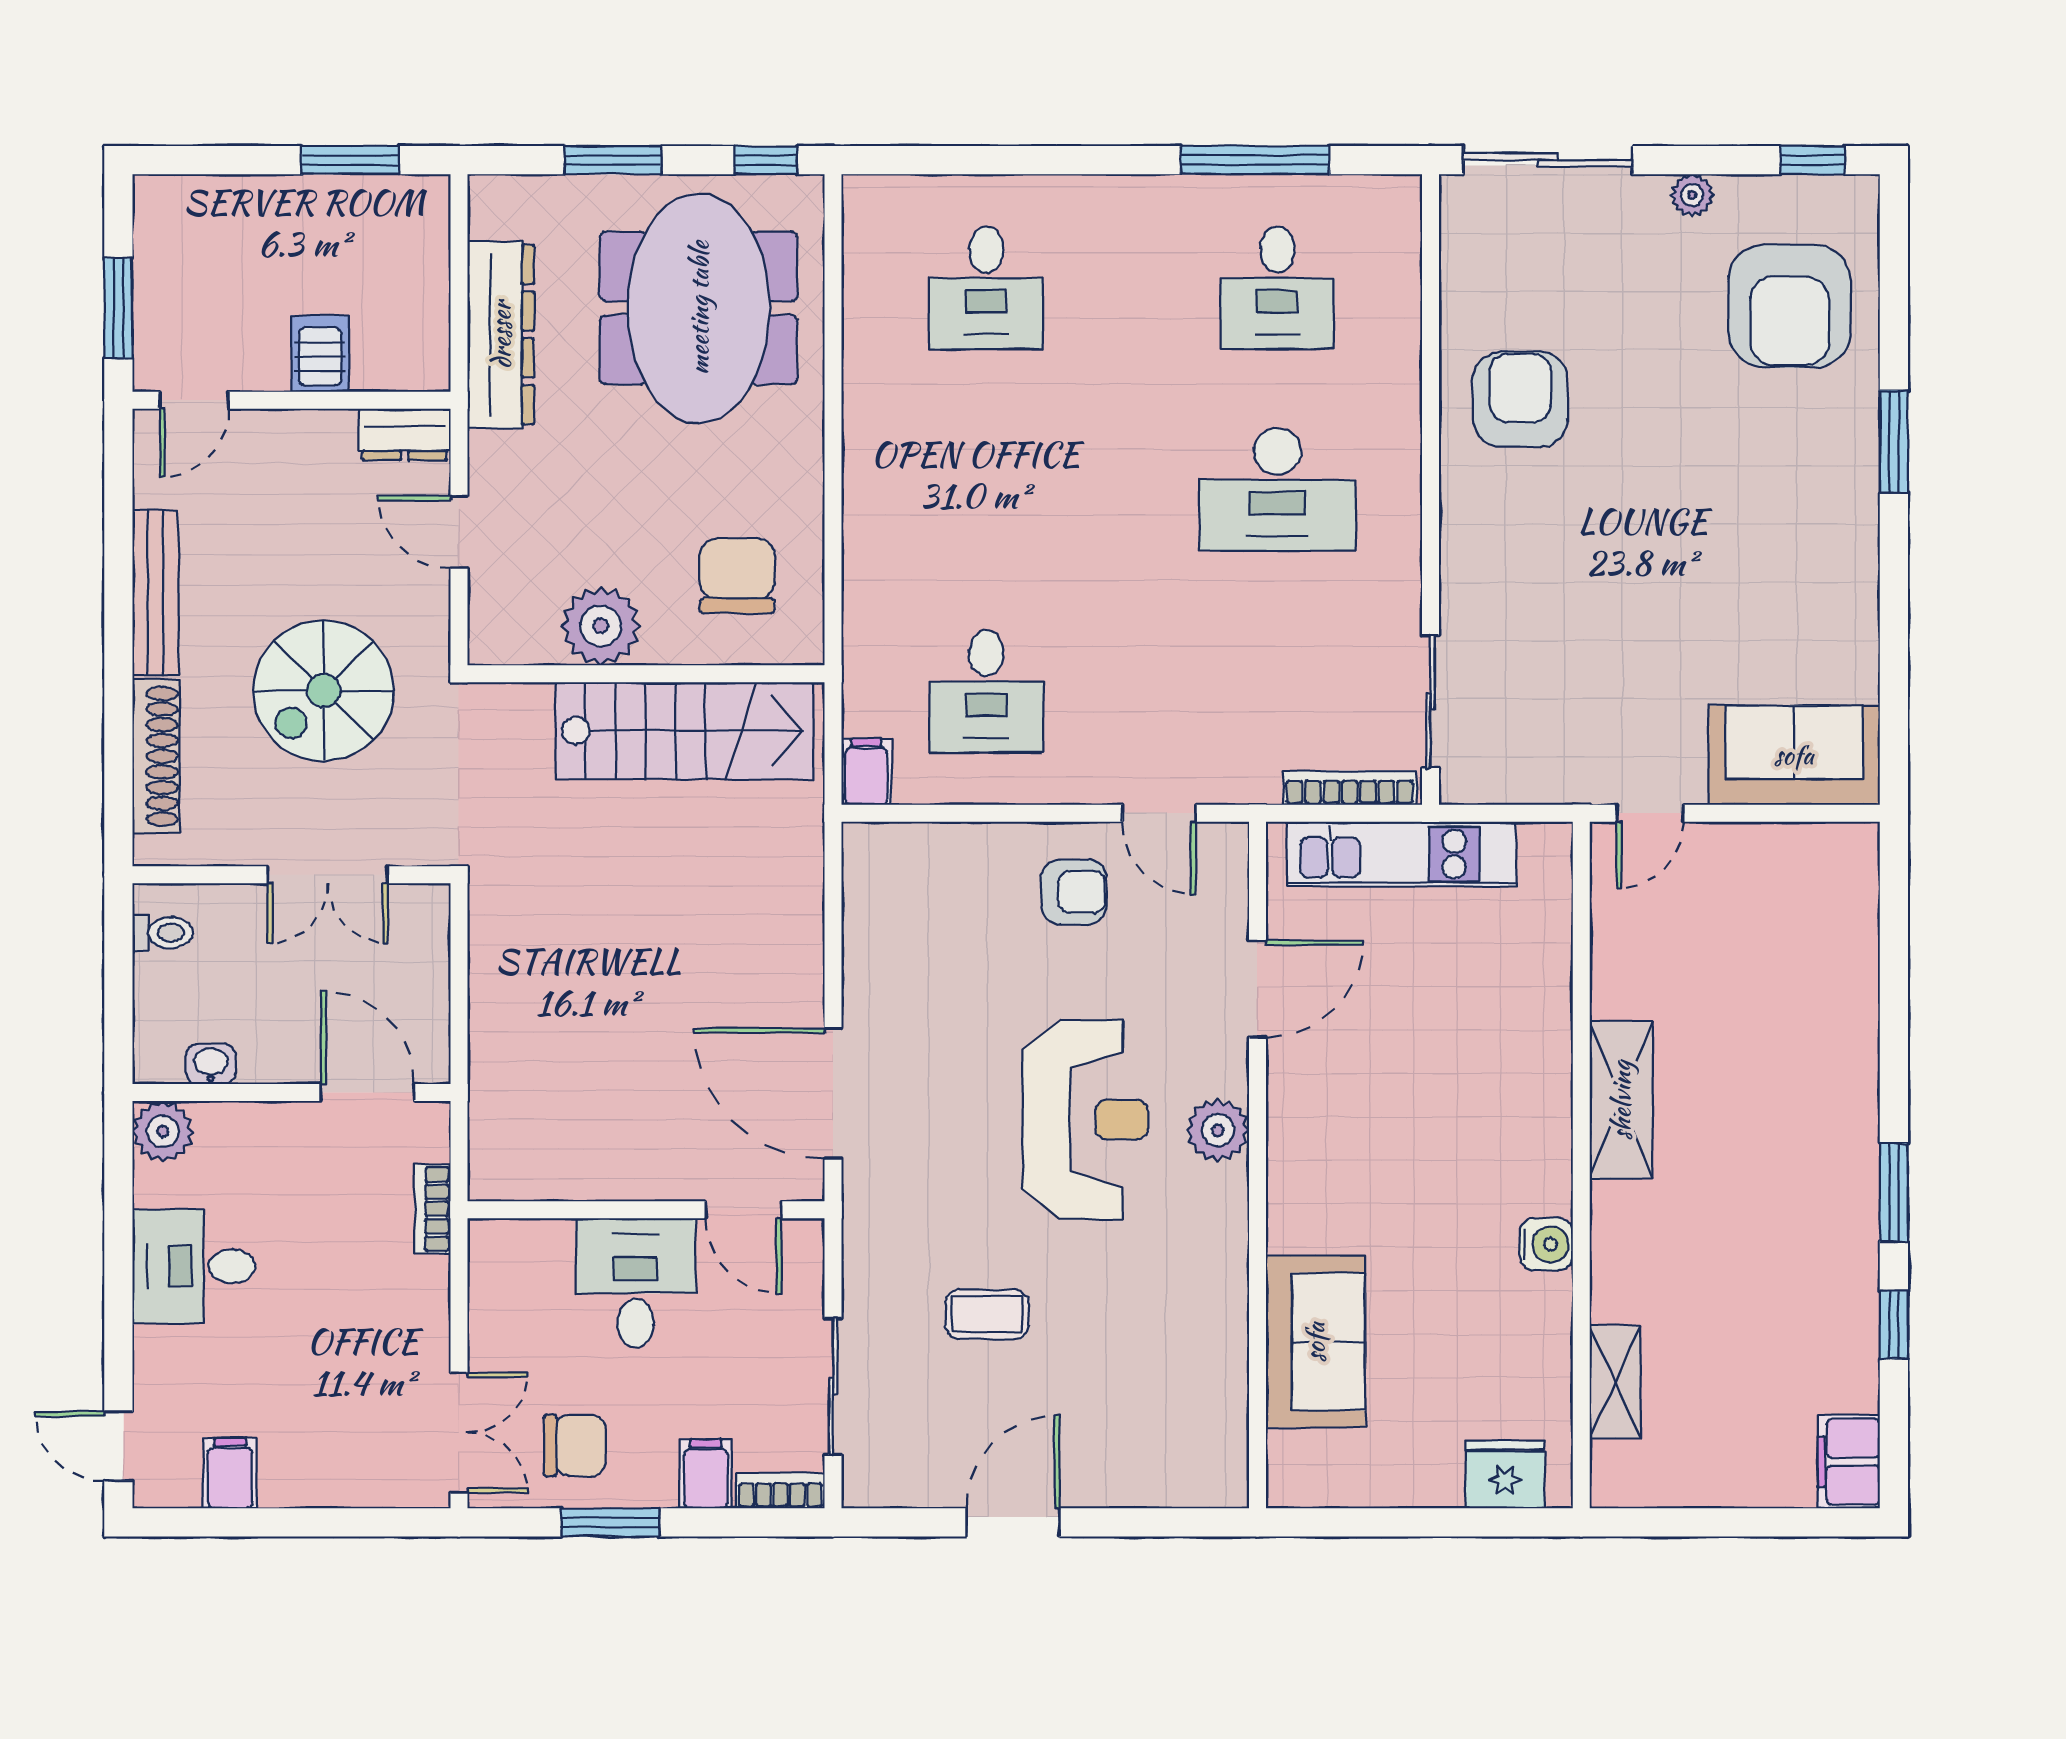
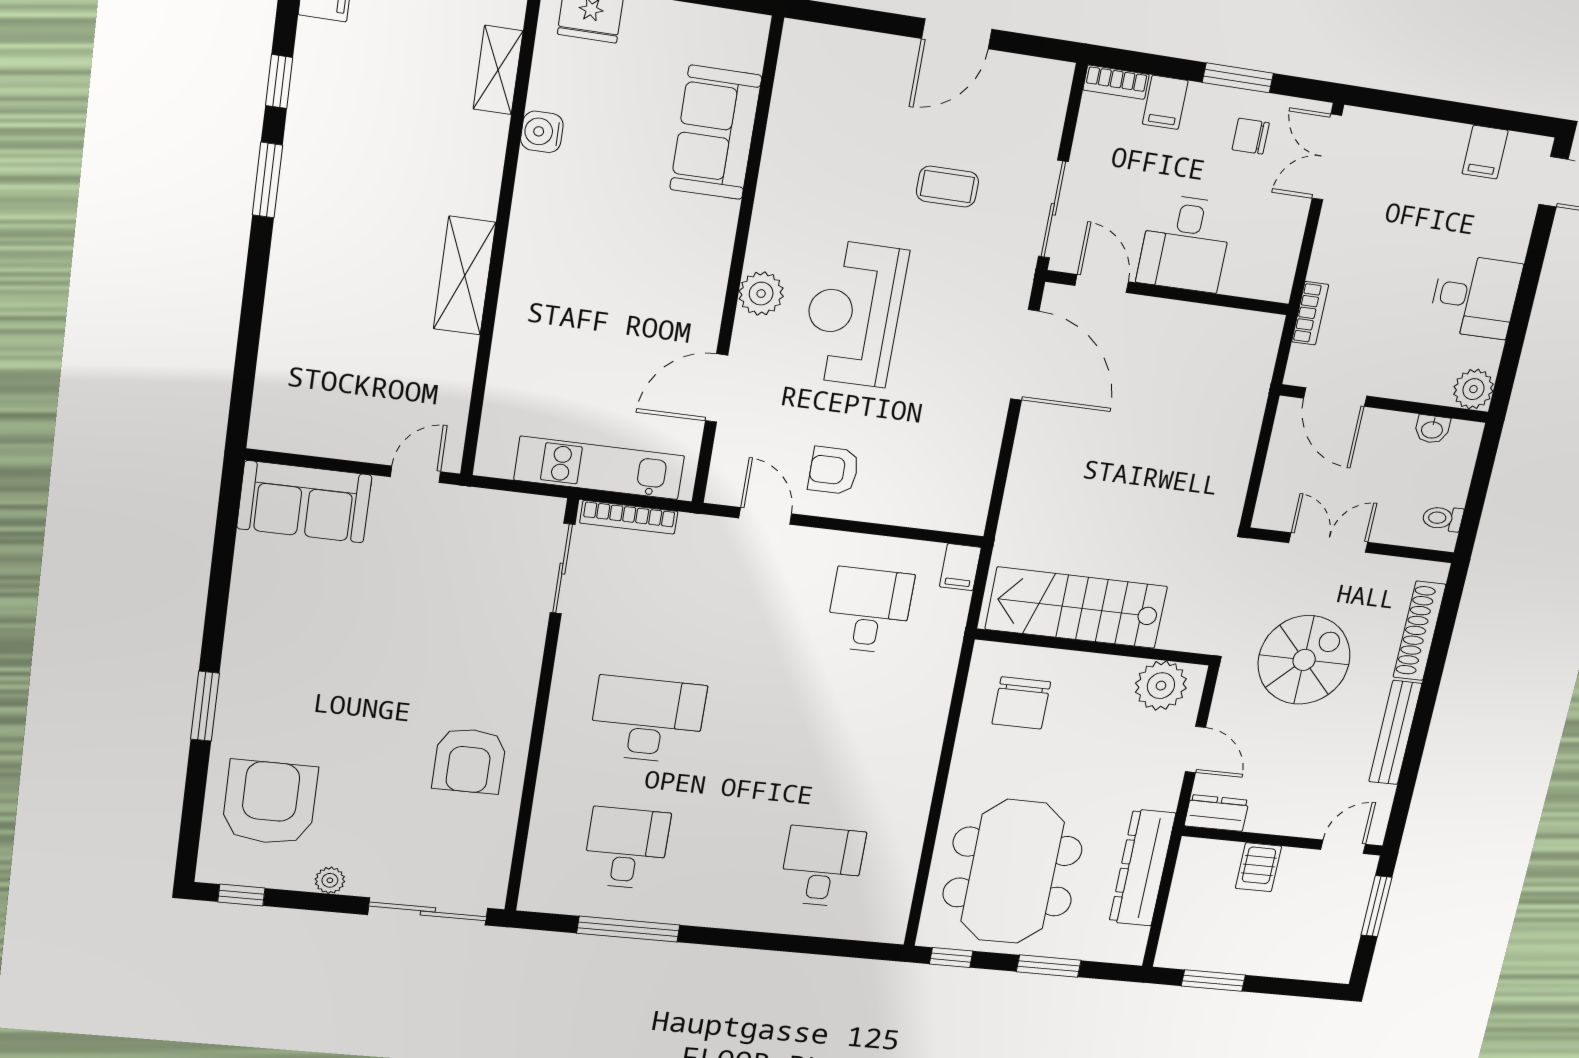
plant: (601, 626) -> (1161, 686), moved
water cooler: (1546, 1244) -> (542, 132), moved
sliding door: (833, 1386) -> (1053, 209), moved
chair: (575, 1445) -> (1251, 136), width x0.73, depth x0.73

